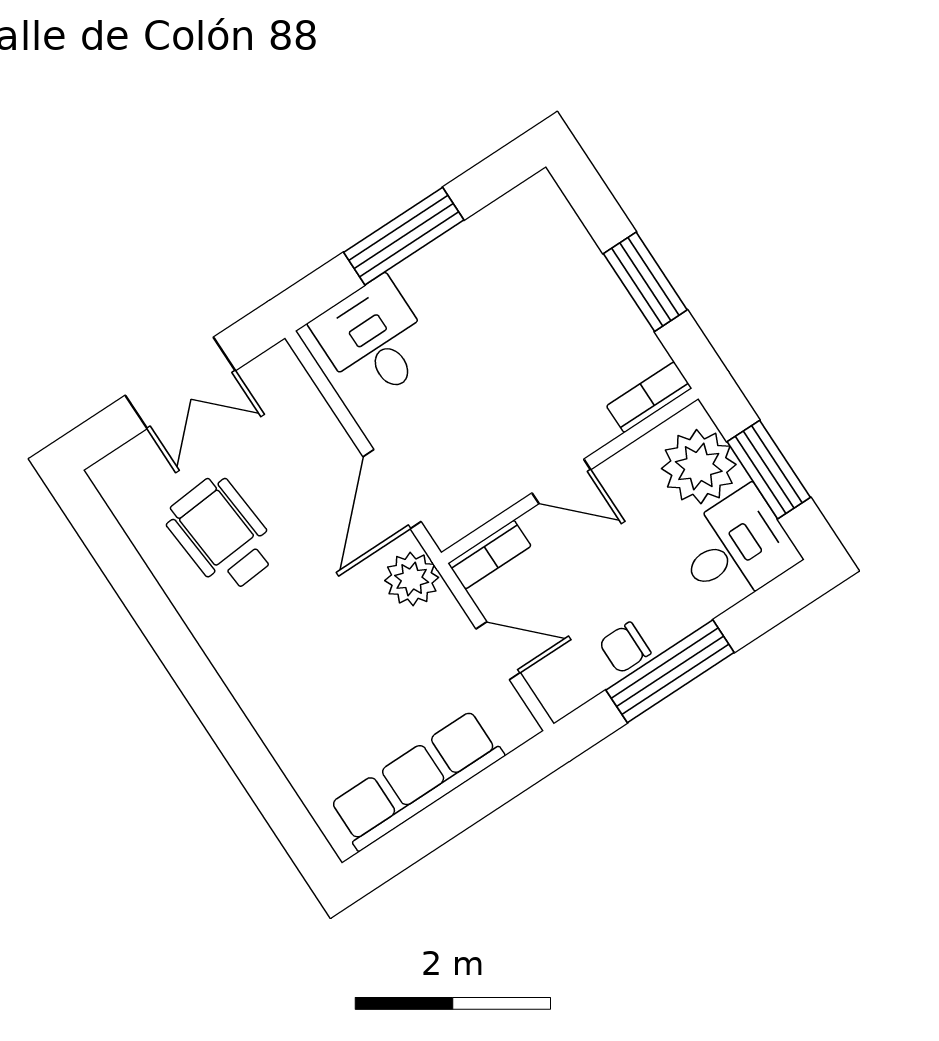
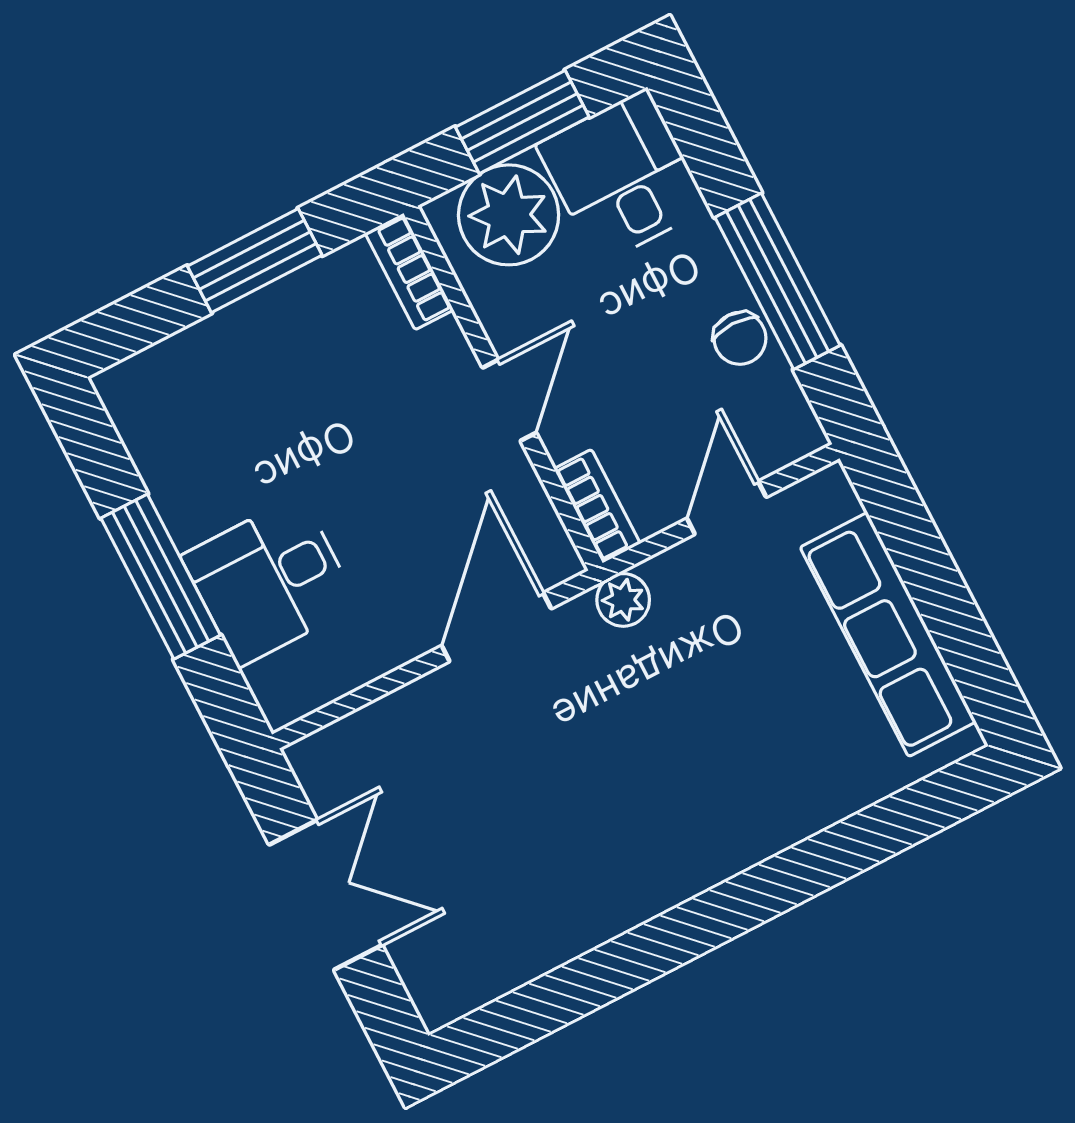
desk: (374, 340) -> (270, 581), moved
door: (392, 489) -> (496, 627), swing flipped
wheelchair: (222, 534) -> (533, 860), removed
plant: (412, 579) -> (623, 600), width x0.73, depth x0.73

